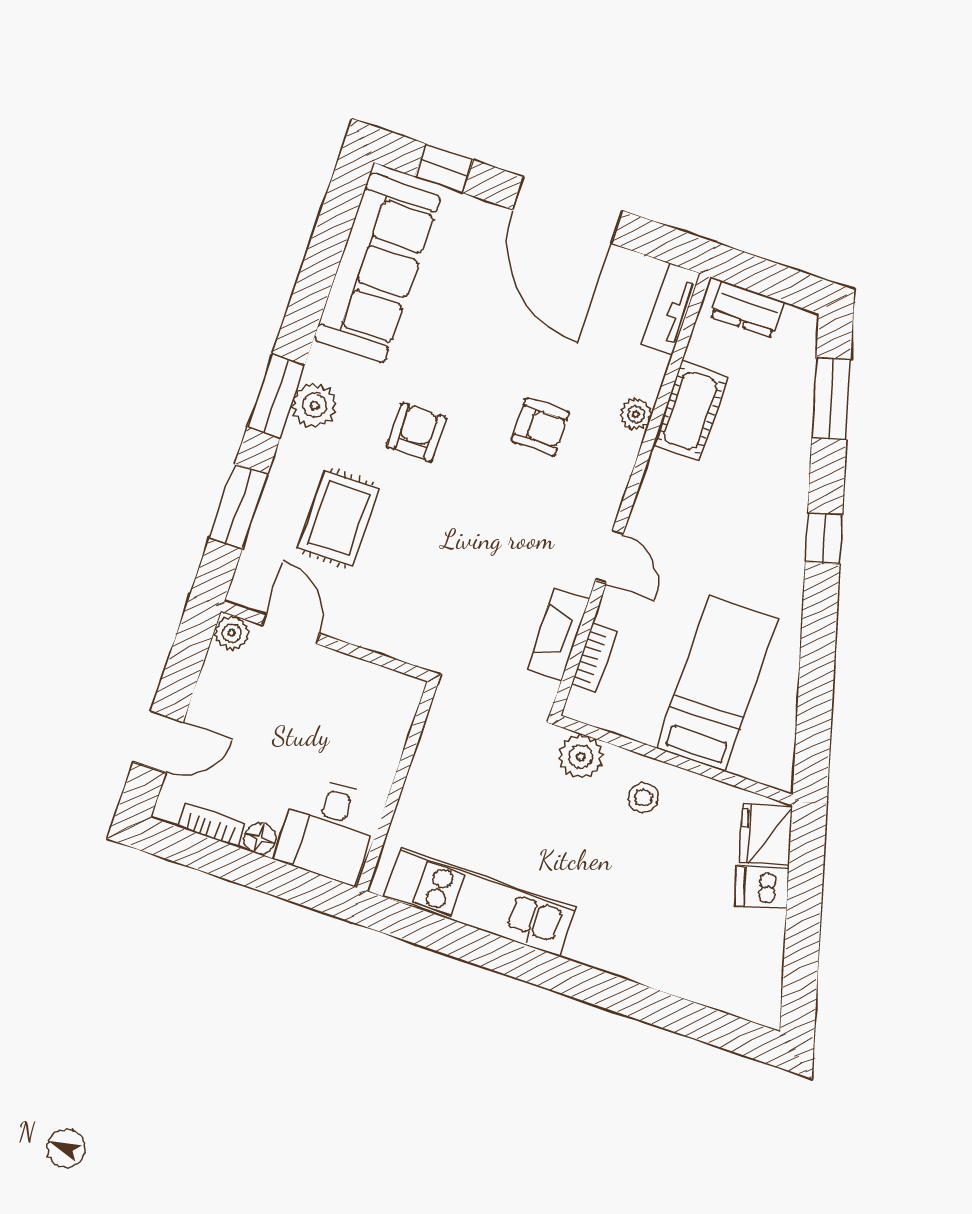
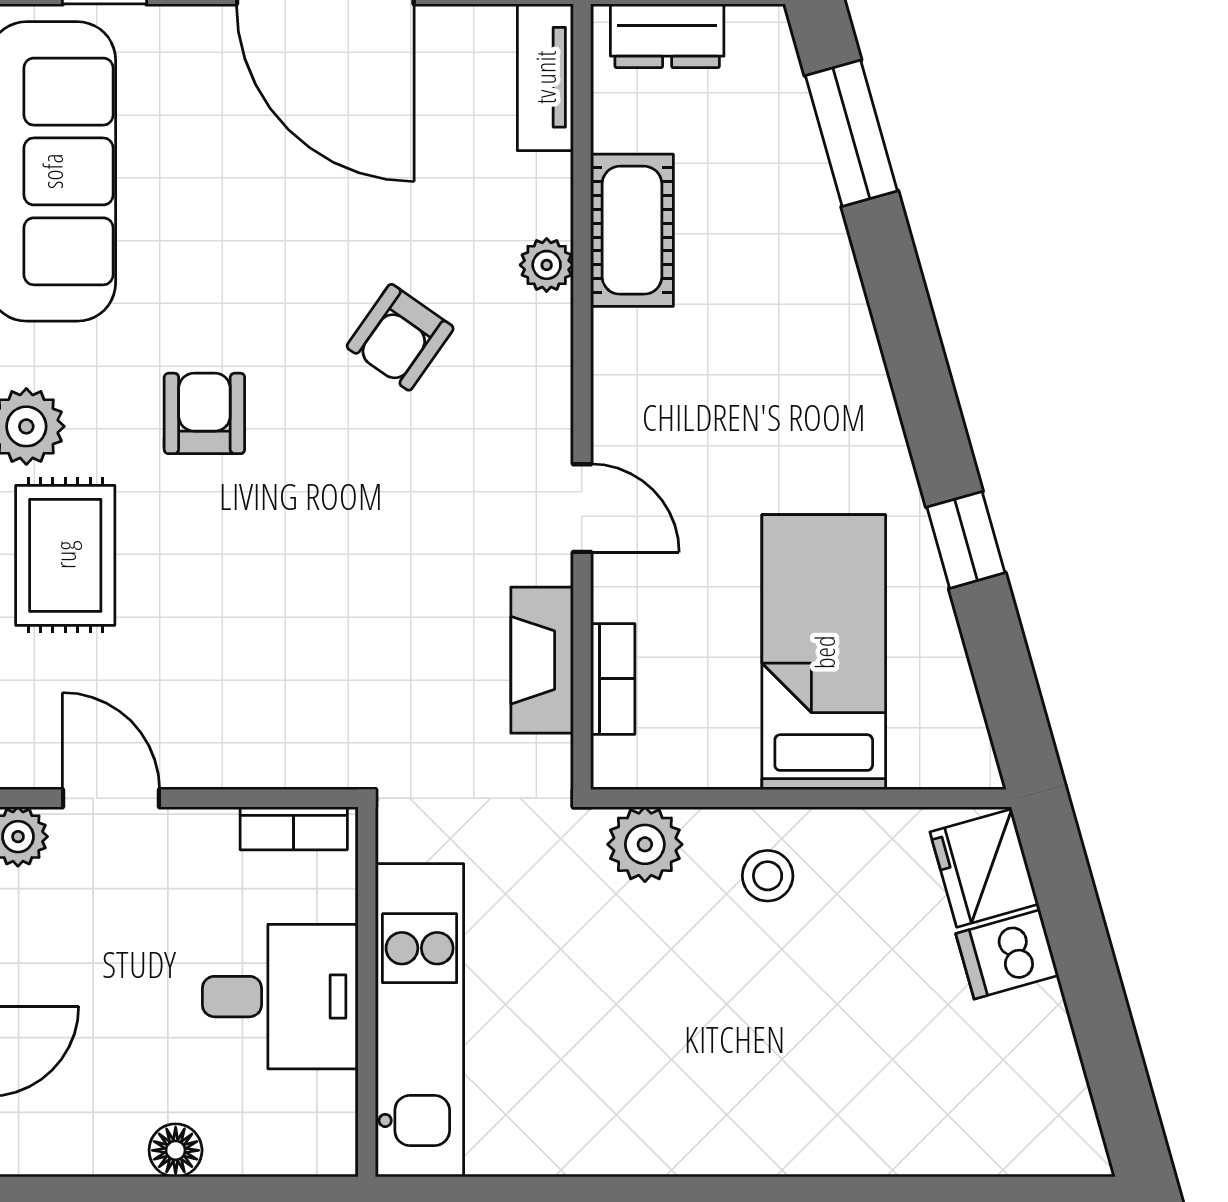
armchair: (540, 427) -> (400, 337), turned 125
rug: (338, 518) -> (65, 555), moved
window: (824, 539) -> (966, 540), moved
bookcase: (211, 825) -> (294, 828), moved, turned 180
desk: (328, 830) -> (280, 997), moved, turned -90
kitchen unit: (480, 902) -> (420, 1020), moved, turned 90

